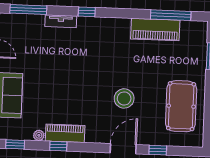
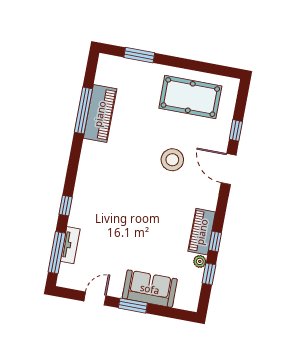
window: (87, 12) -> (66, 206), moved
window: (171, 15) -> (83, 110), moved
tv unit: (61, 21) -> (70, 245), moved
window: (15, 144) -> (209, 274), moved

